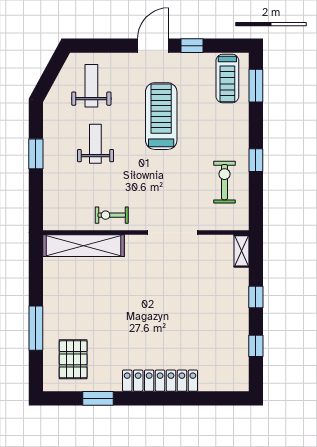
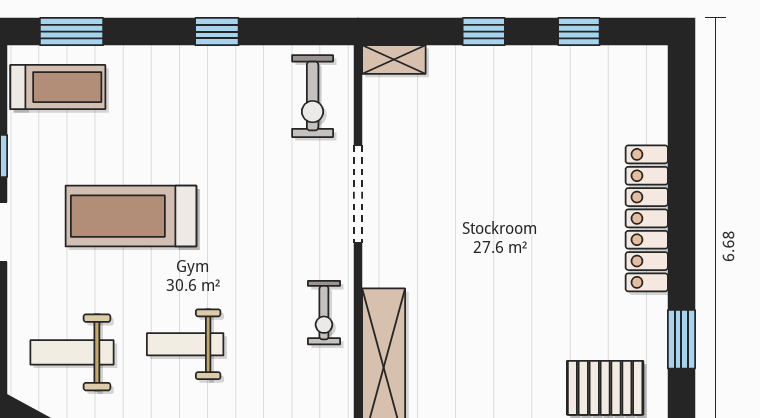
exercise bike: (225, 182) -> (313, 96), moved, turned -90

